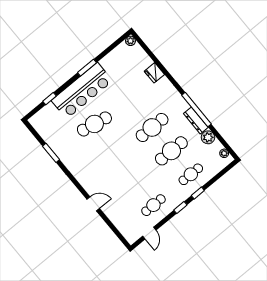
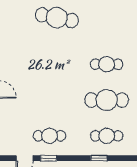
cafe table: (152, 127) -> (107, 64), width x0.73, depth x0.74
window: (180, 207) -> (49, 158), moved

